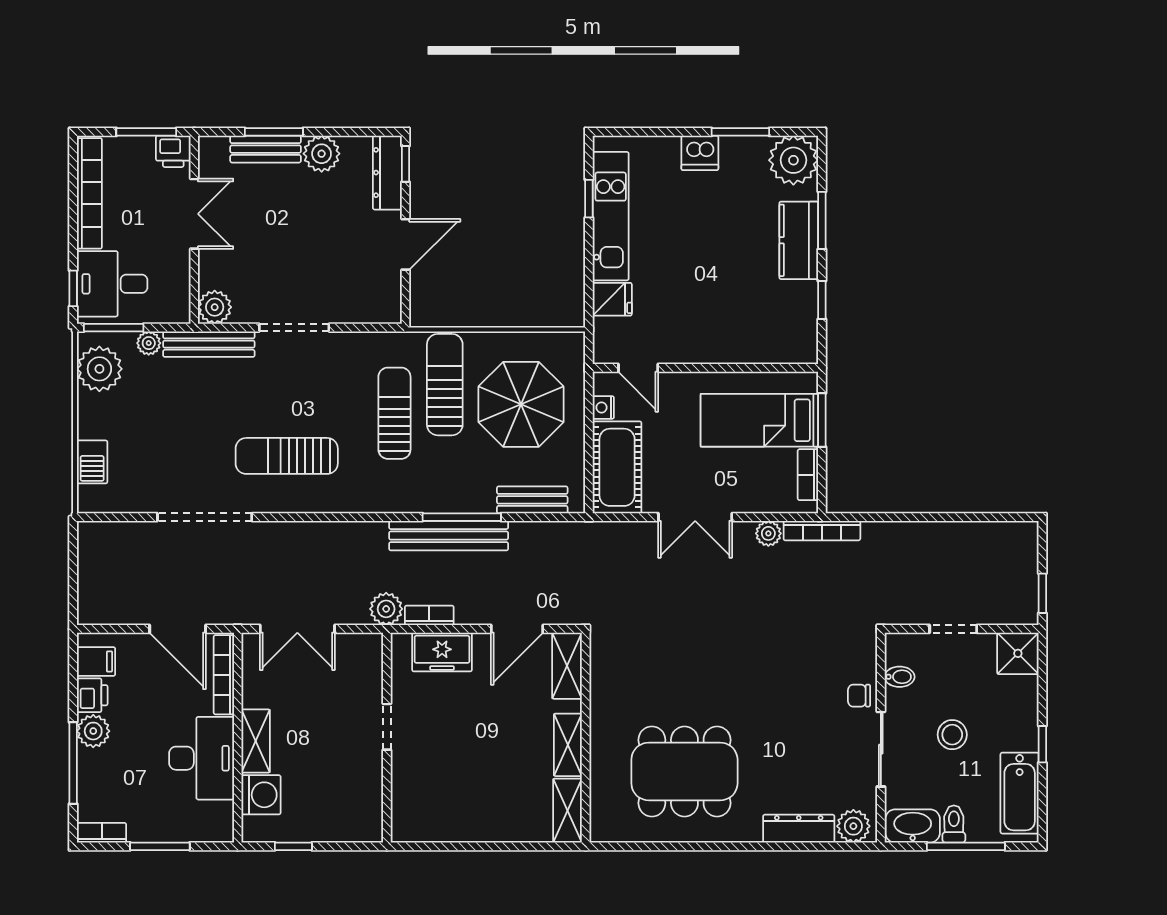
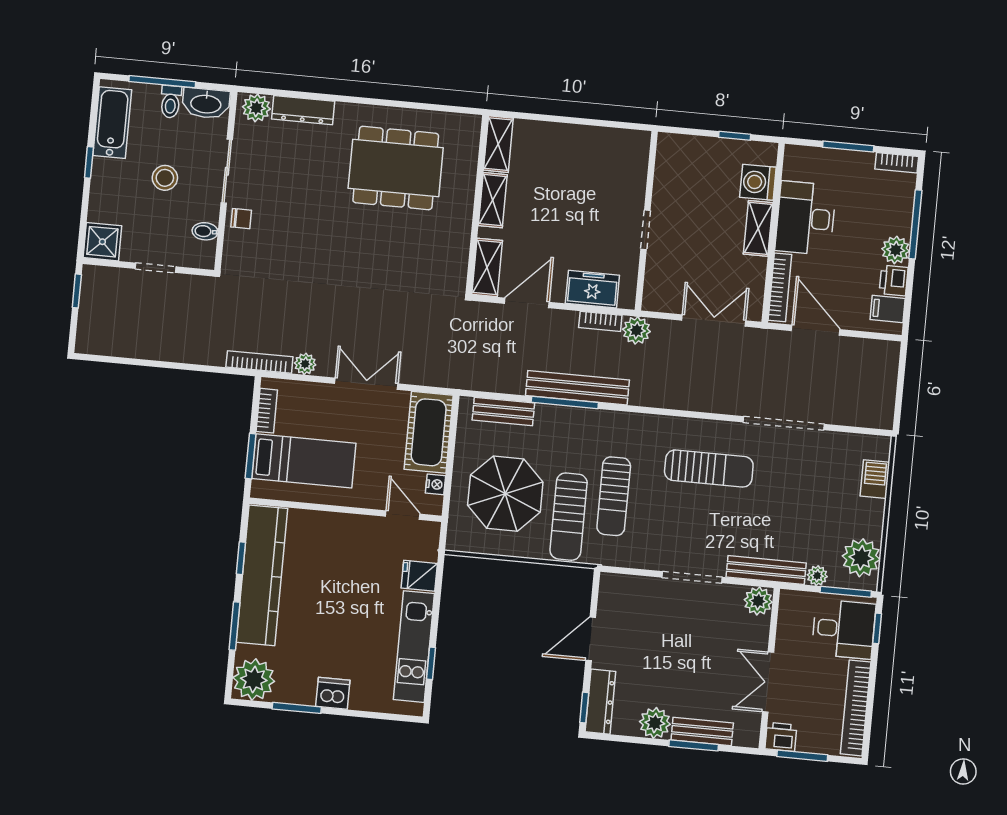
kitchen counter: (799, 240) -> (262, 575), width x2.08, depth x1.17

